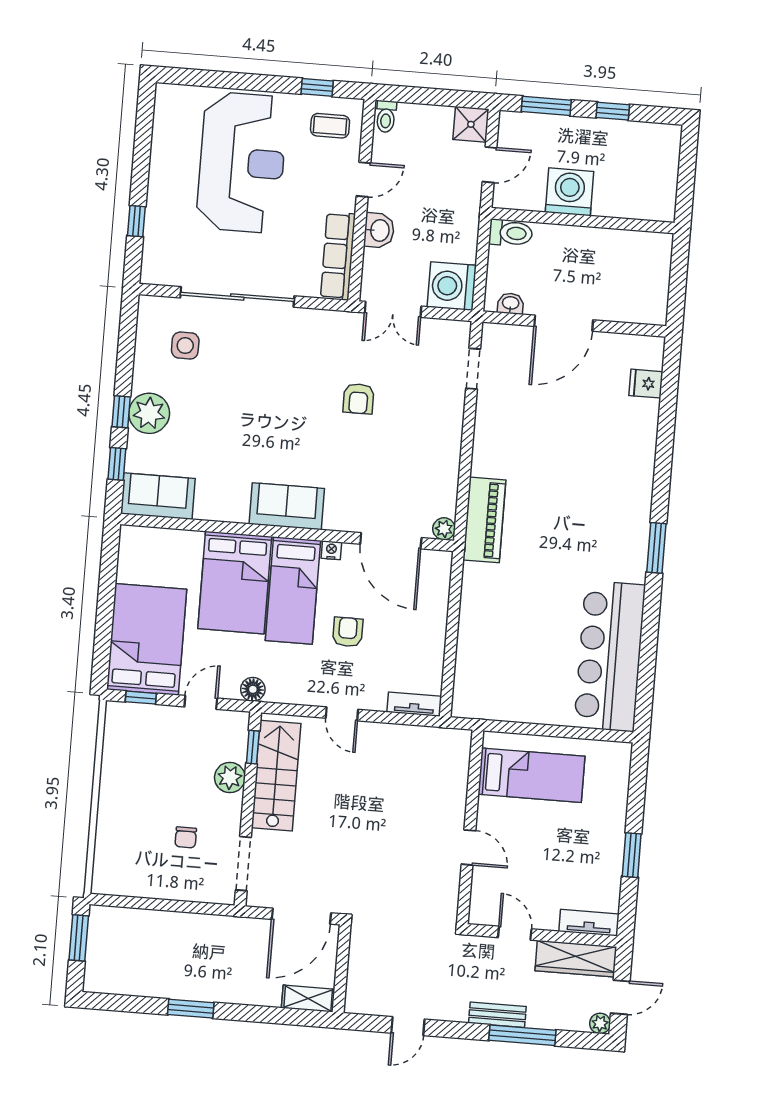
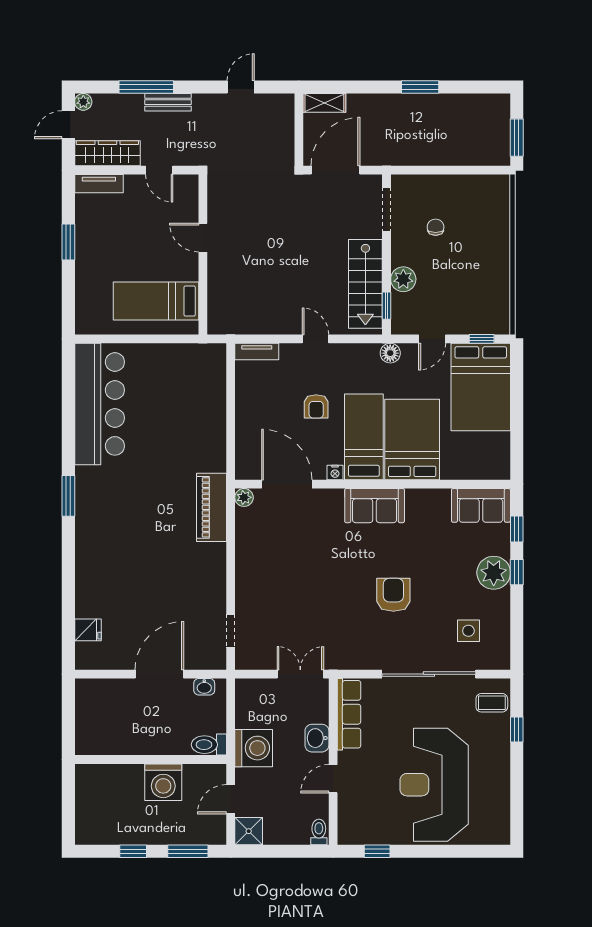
coffee table: (330, 126) -> (492, 703), moved
washing machine: (452, 286) -> (254, 748), moved
armchair: (358, 399) -> (393, 595), moved, width x1.38, depth x1.38

